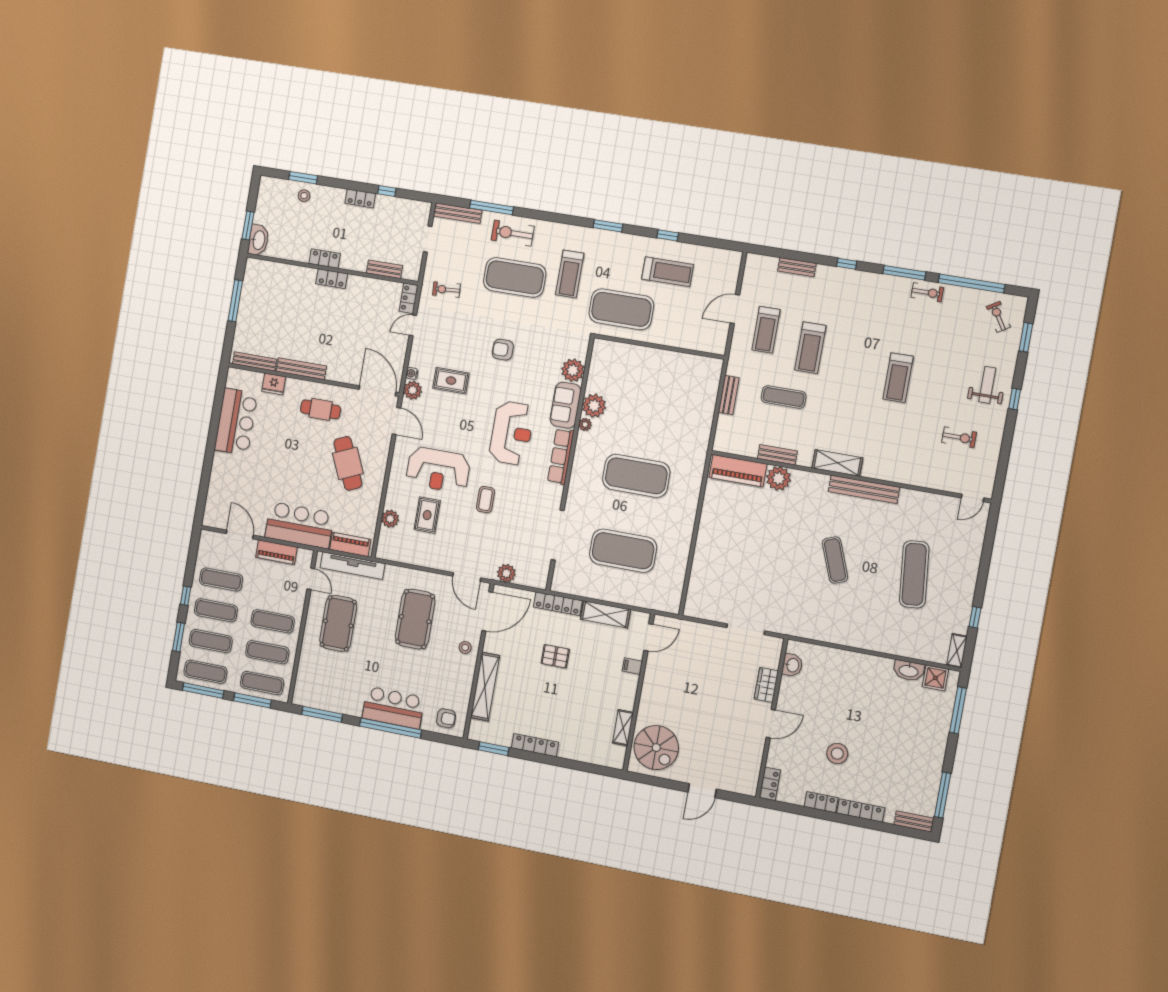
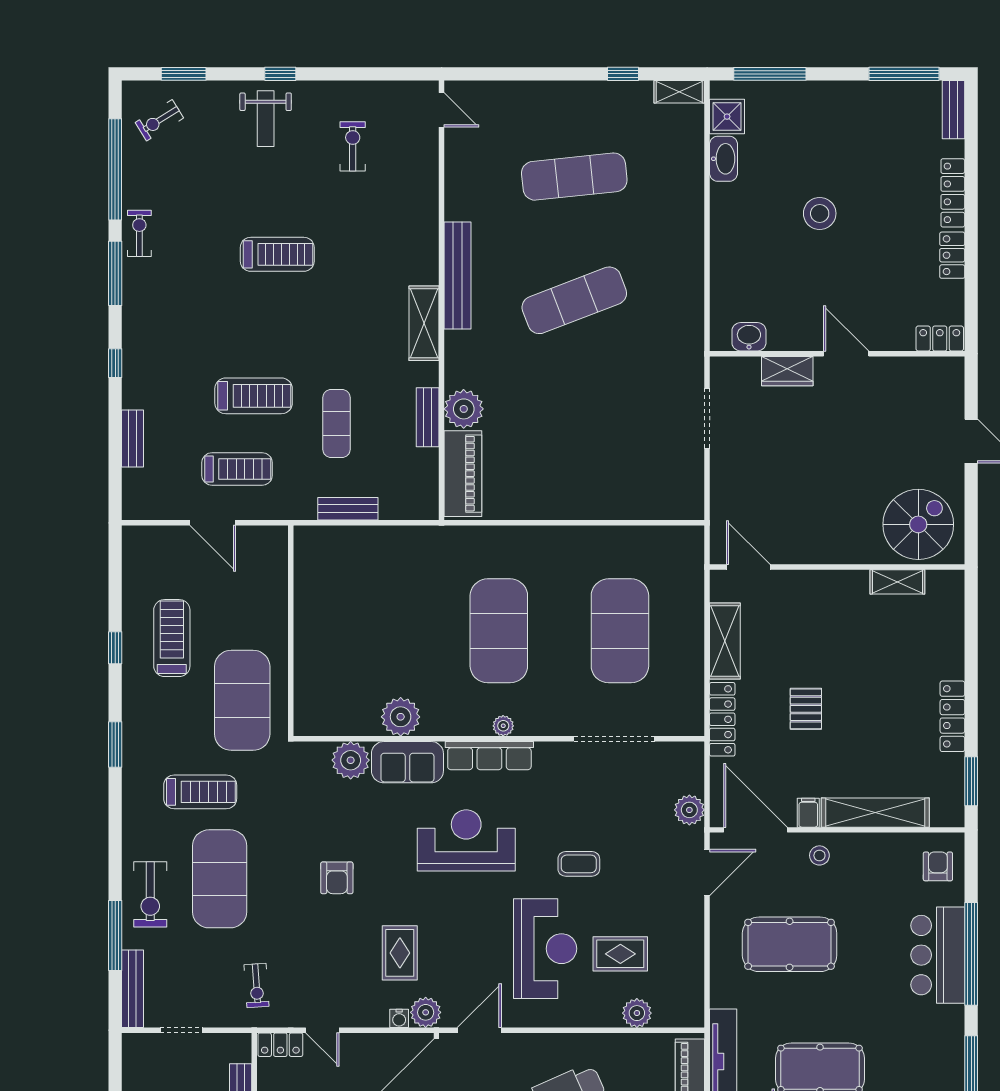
weight bench: (987, 385) -> (266, 119), turned -90
plant: (585, 425) -> (503, 726), moved
exercise mat: (835, 560) -> (574, 300), width x1.36, depth x1.45
filing cabinet: (632, 666) -> (808, 813), moved, turned 180
stool: (837, 754) -> (820, 213), moved

